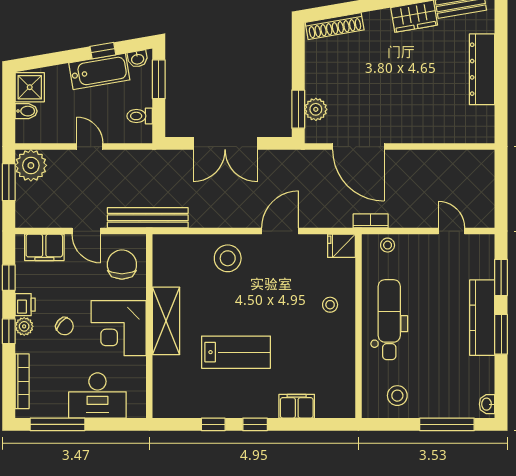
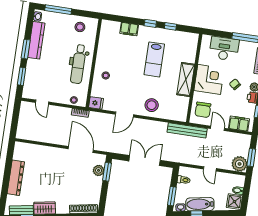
kitchen counter: (482, 318) -> (36, 40), moved
lab bench: (236, 352) -> (154, 59), turned -90

